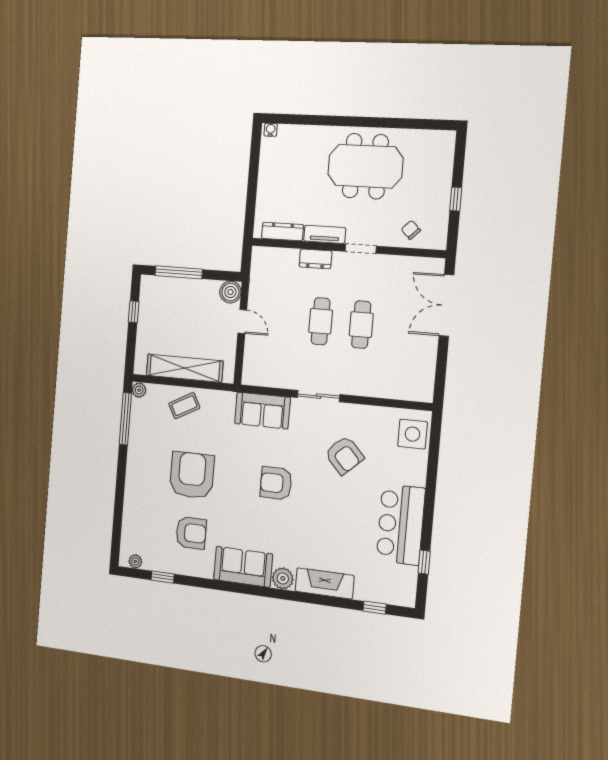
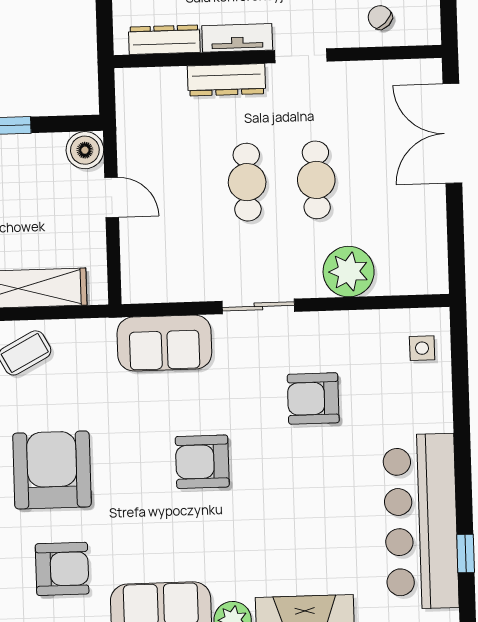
dresser: (316, 259) -> (226, 80), width x1.44
plant: (374, 382) -> (349, 272), added
side table: (412, 434) -> (422, 348), width x0.54, depth x0.54
armchair: (344, 455) -> (313, 398), turned 133
bar counter: (401, 524) -> (421, 521), width x1.36

